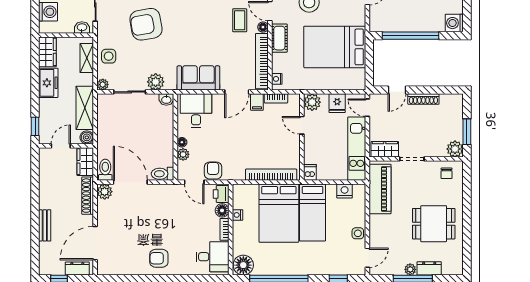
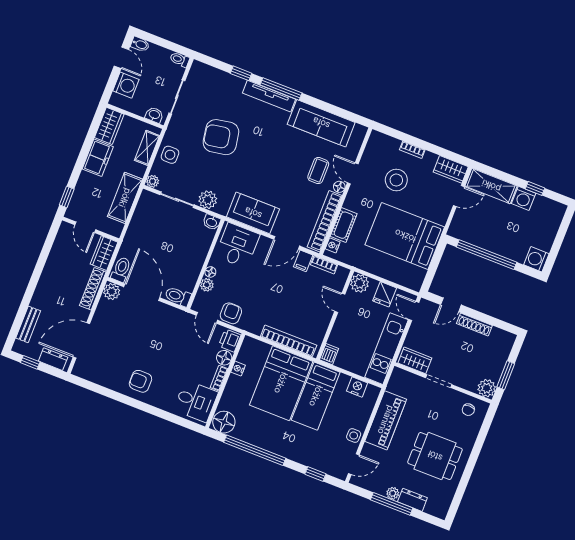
cot: (279, 38) -> (344, 225), moved
boiler: (87, 137) -> (115, 229), removed
door: (61, 146) -> (85, 227), swing flipped
piano: (380, 189) -> (386, 420), moved
bench: (45, 225) -> (28, 324), moved

